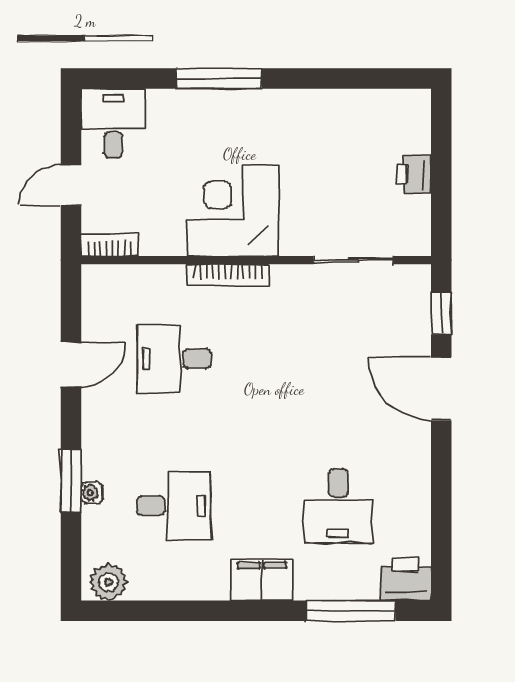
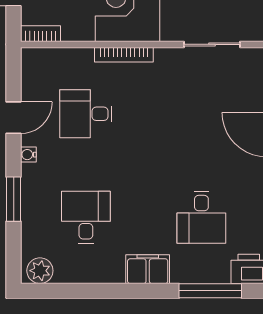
water cooler: (92, 493) -> (28, 155), moved
desk: (174, 506) -> (86, 217), turned -90

